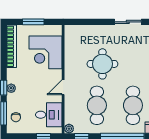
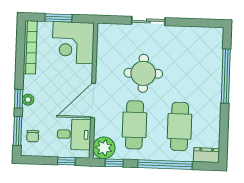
sliding door: (128, 22) -> (148, 21), moved
corner desk: (46, 52) -> (73, 43), moved
door: (63, 87) -> (93, 101), width x1.87
plant: (69, 129) -> (104, 148), width x1.87, depth x1.87

